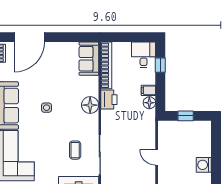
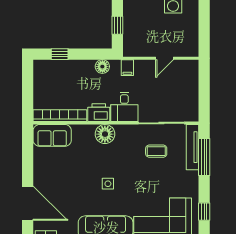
desk: (144, 55) -> (124, 107), moved, turned -90
filing cabinet: (148, 90) -> (127, 68), moved

